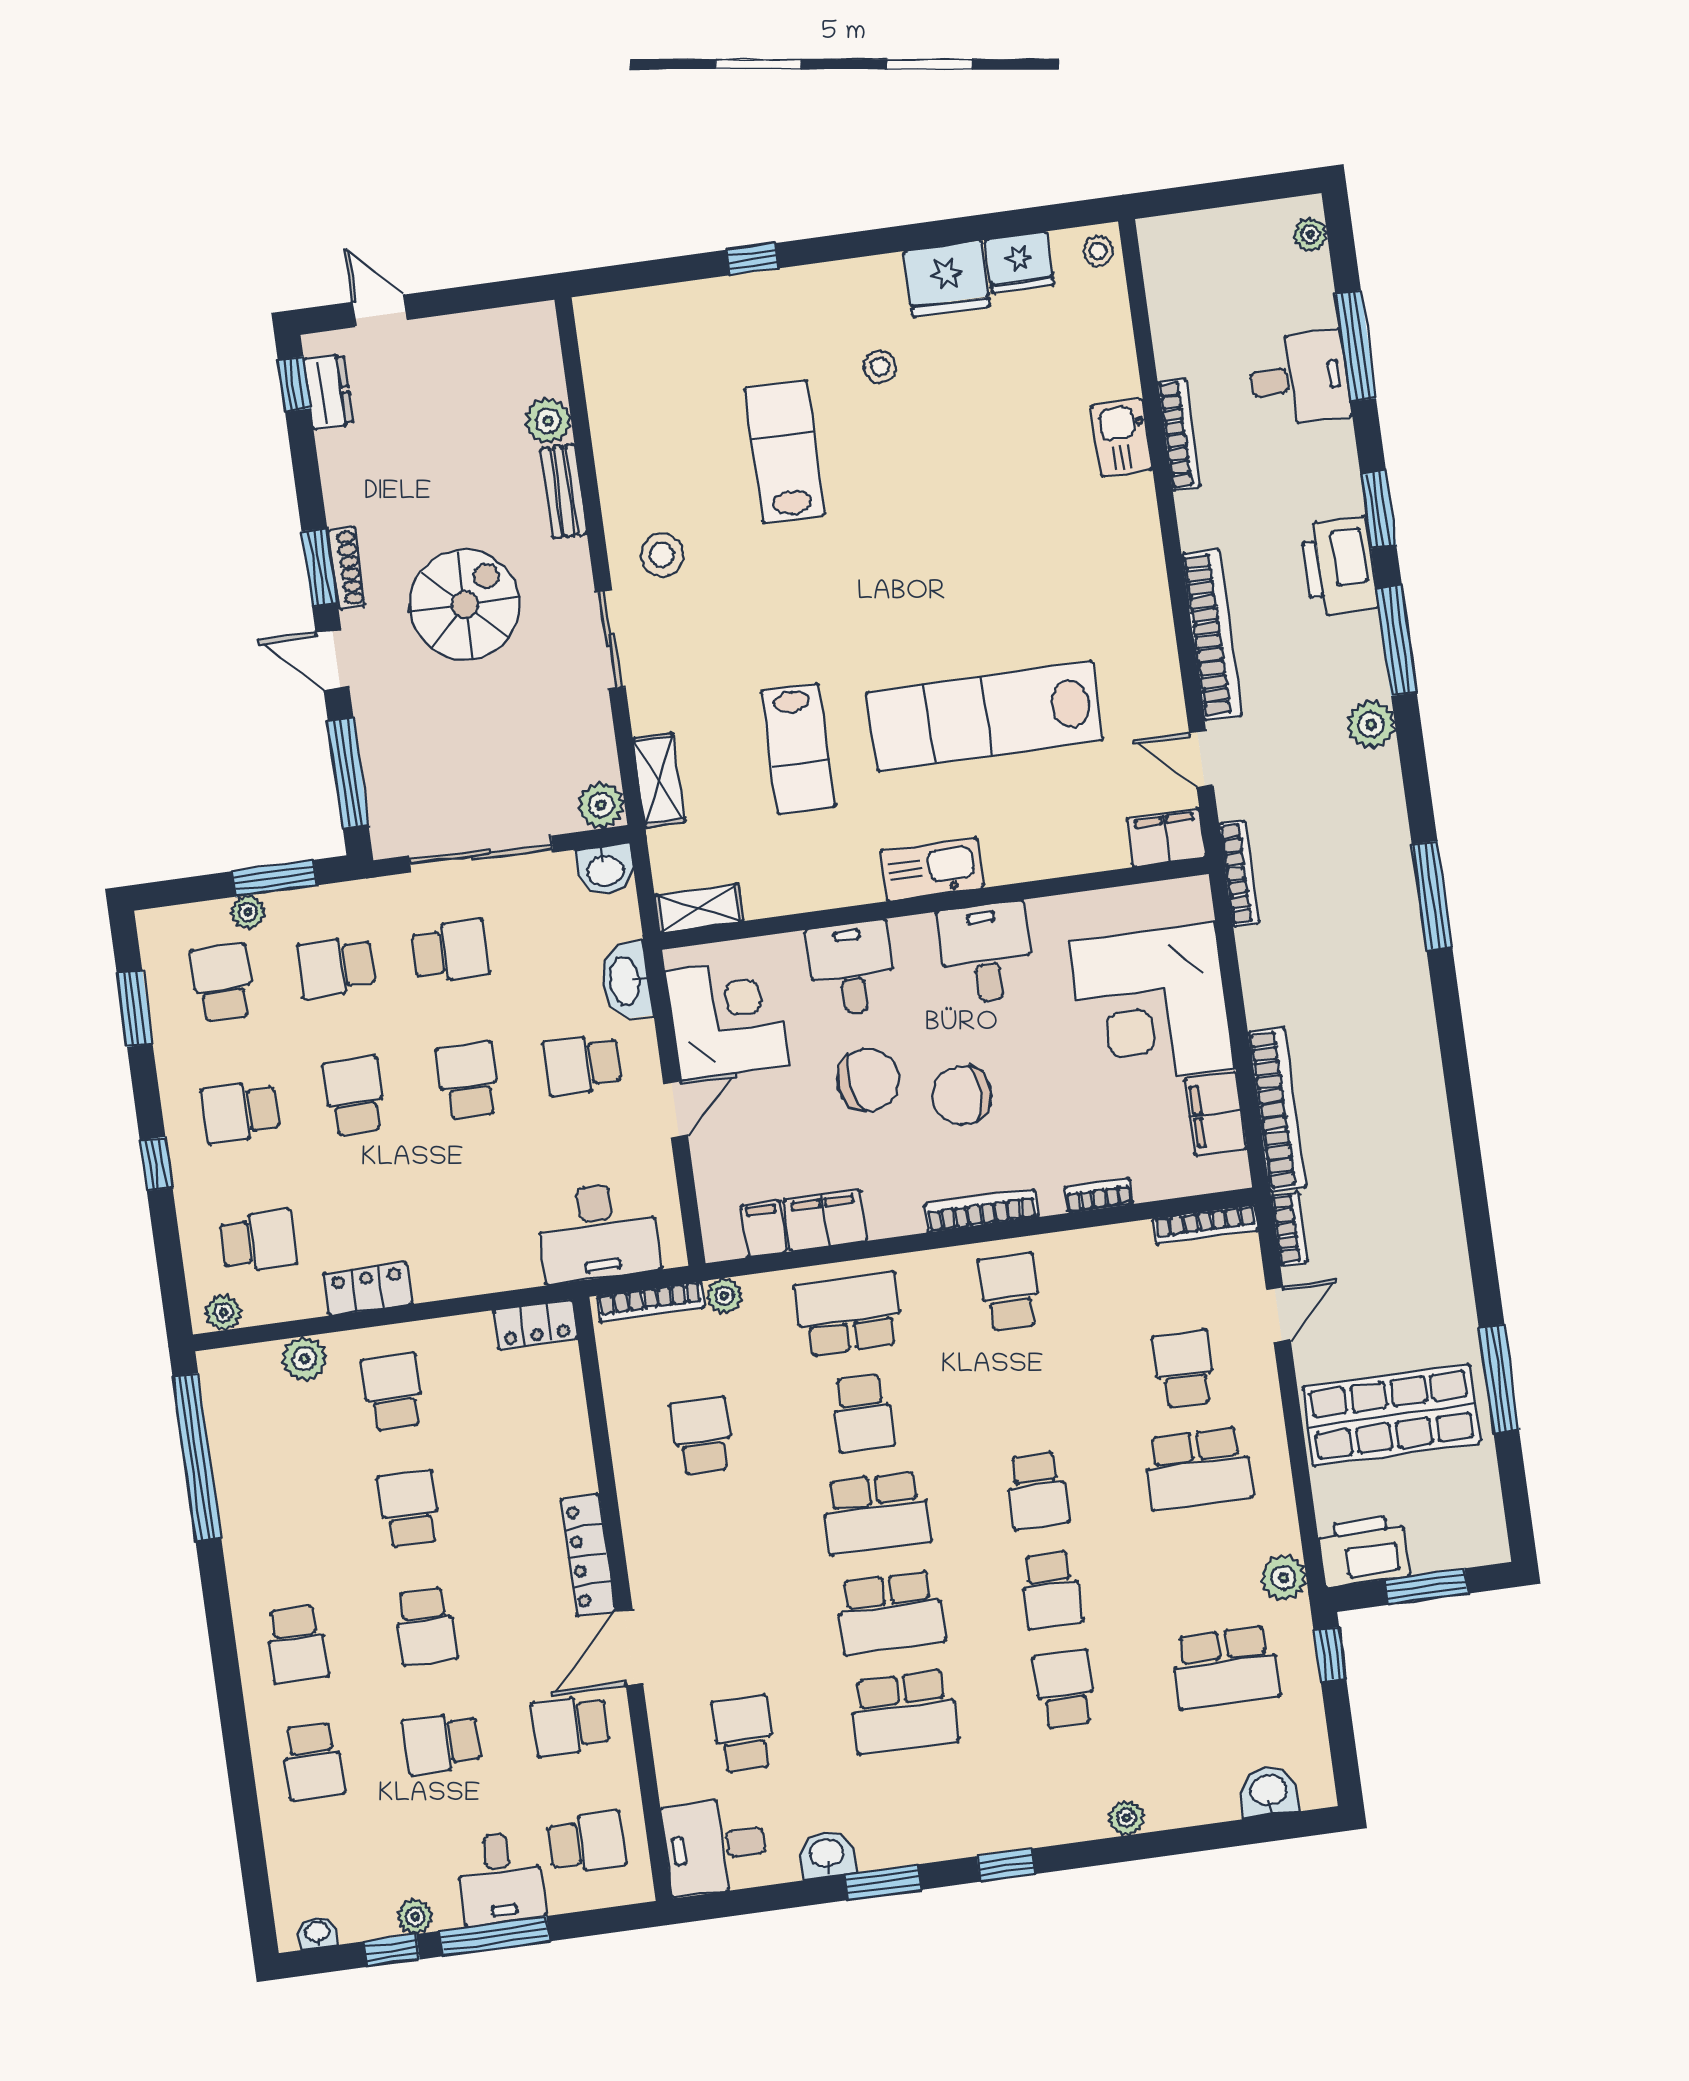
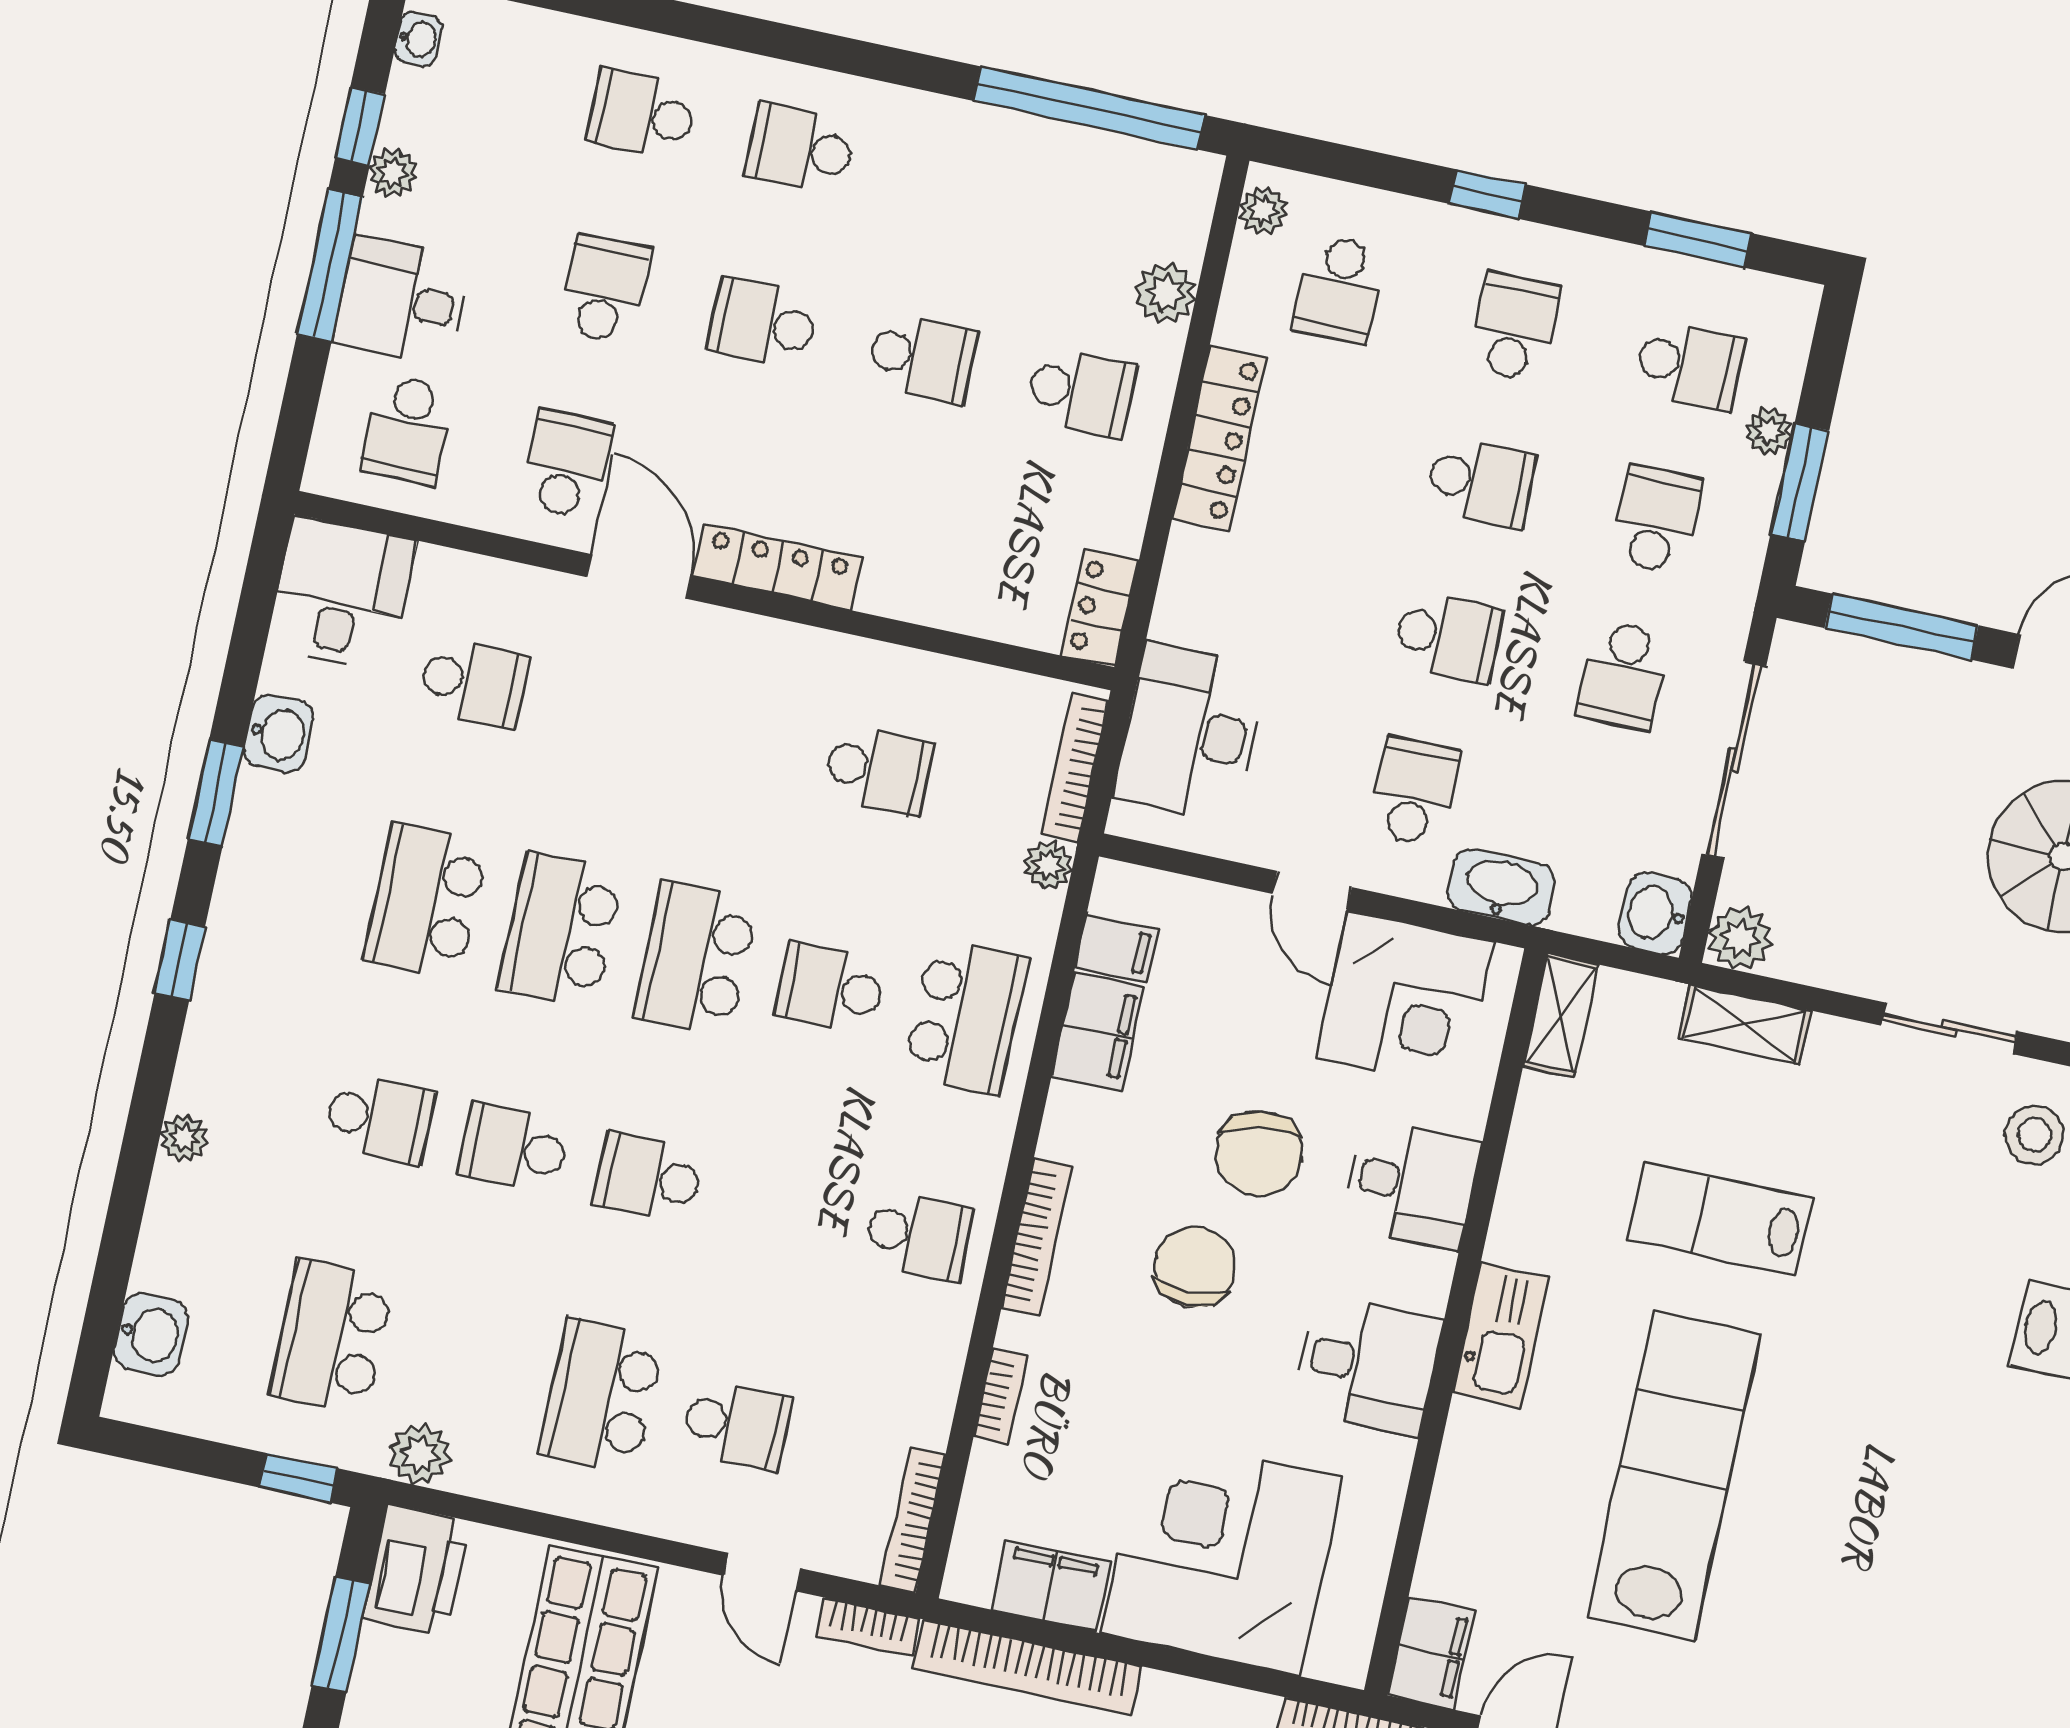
locker: (368, 1289) -> (1219, 438), width x1.53

